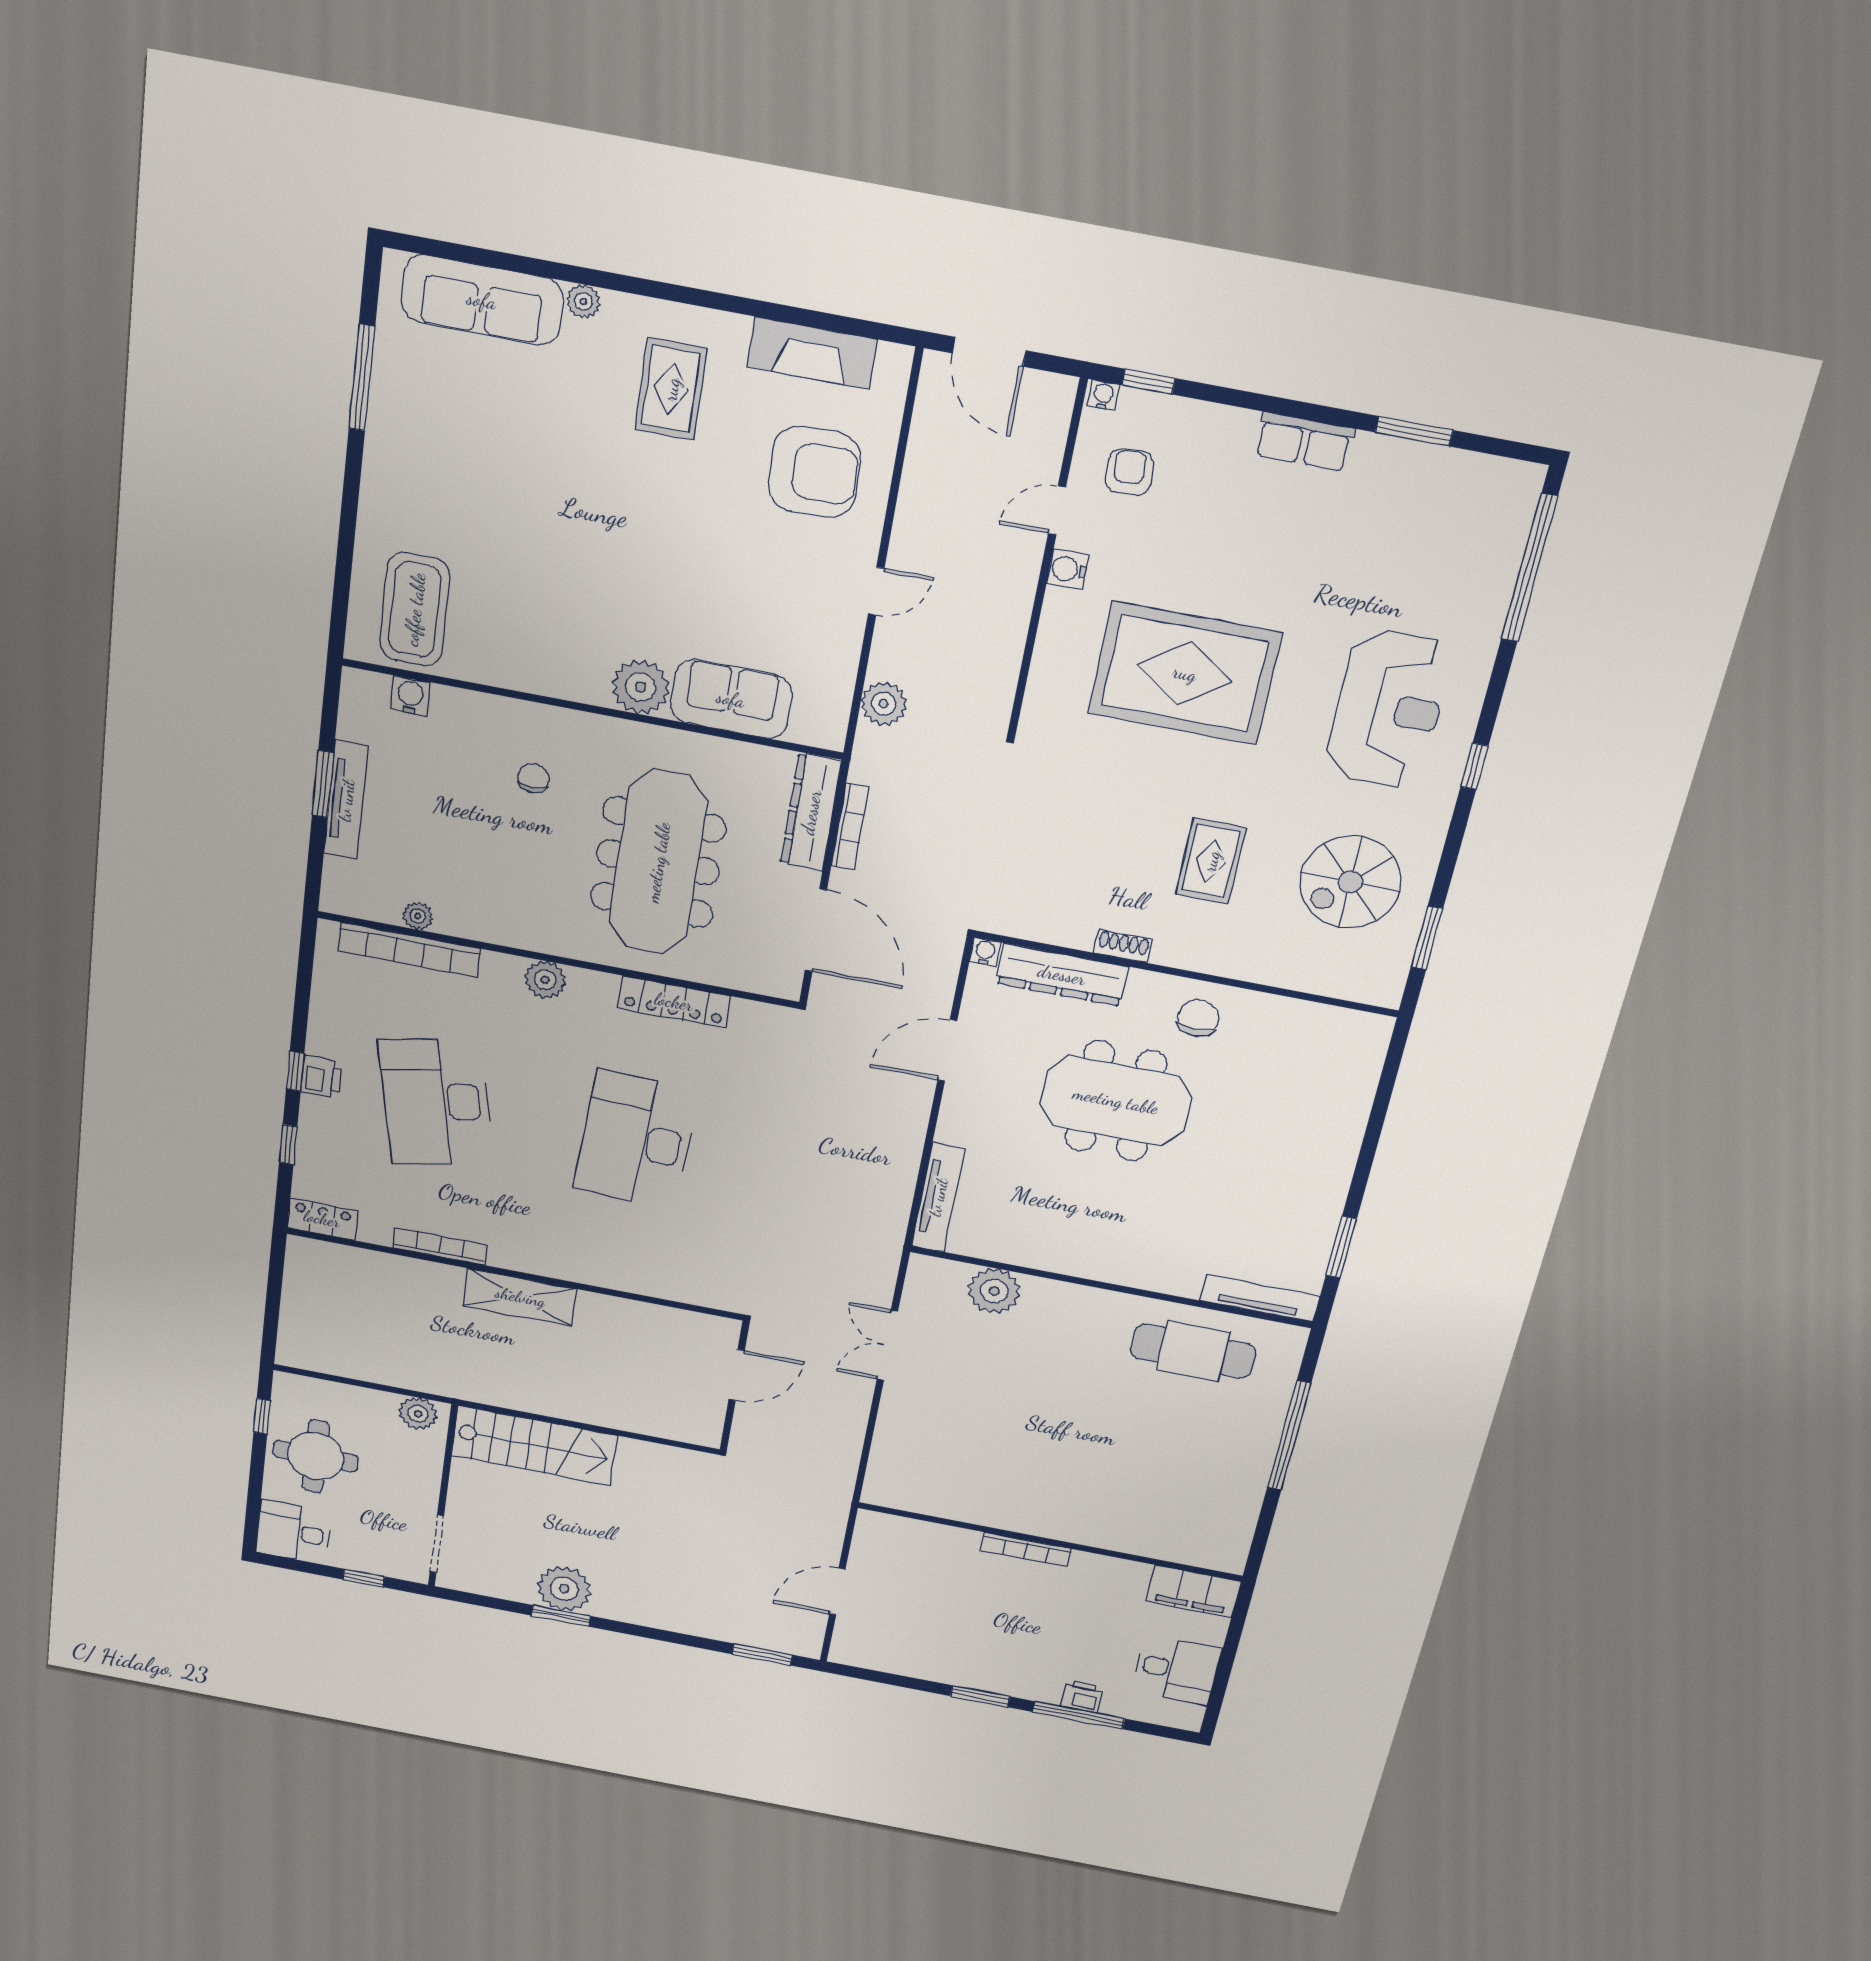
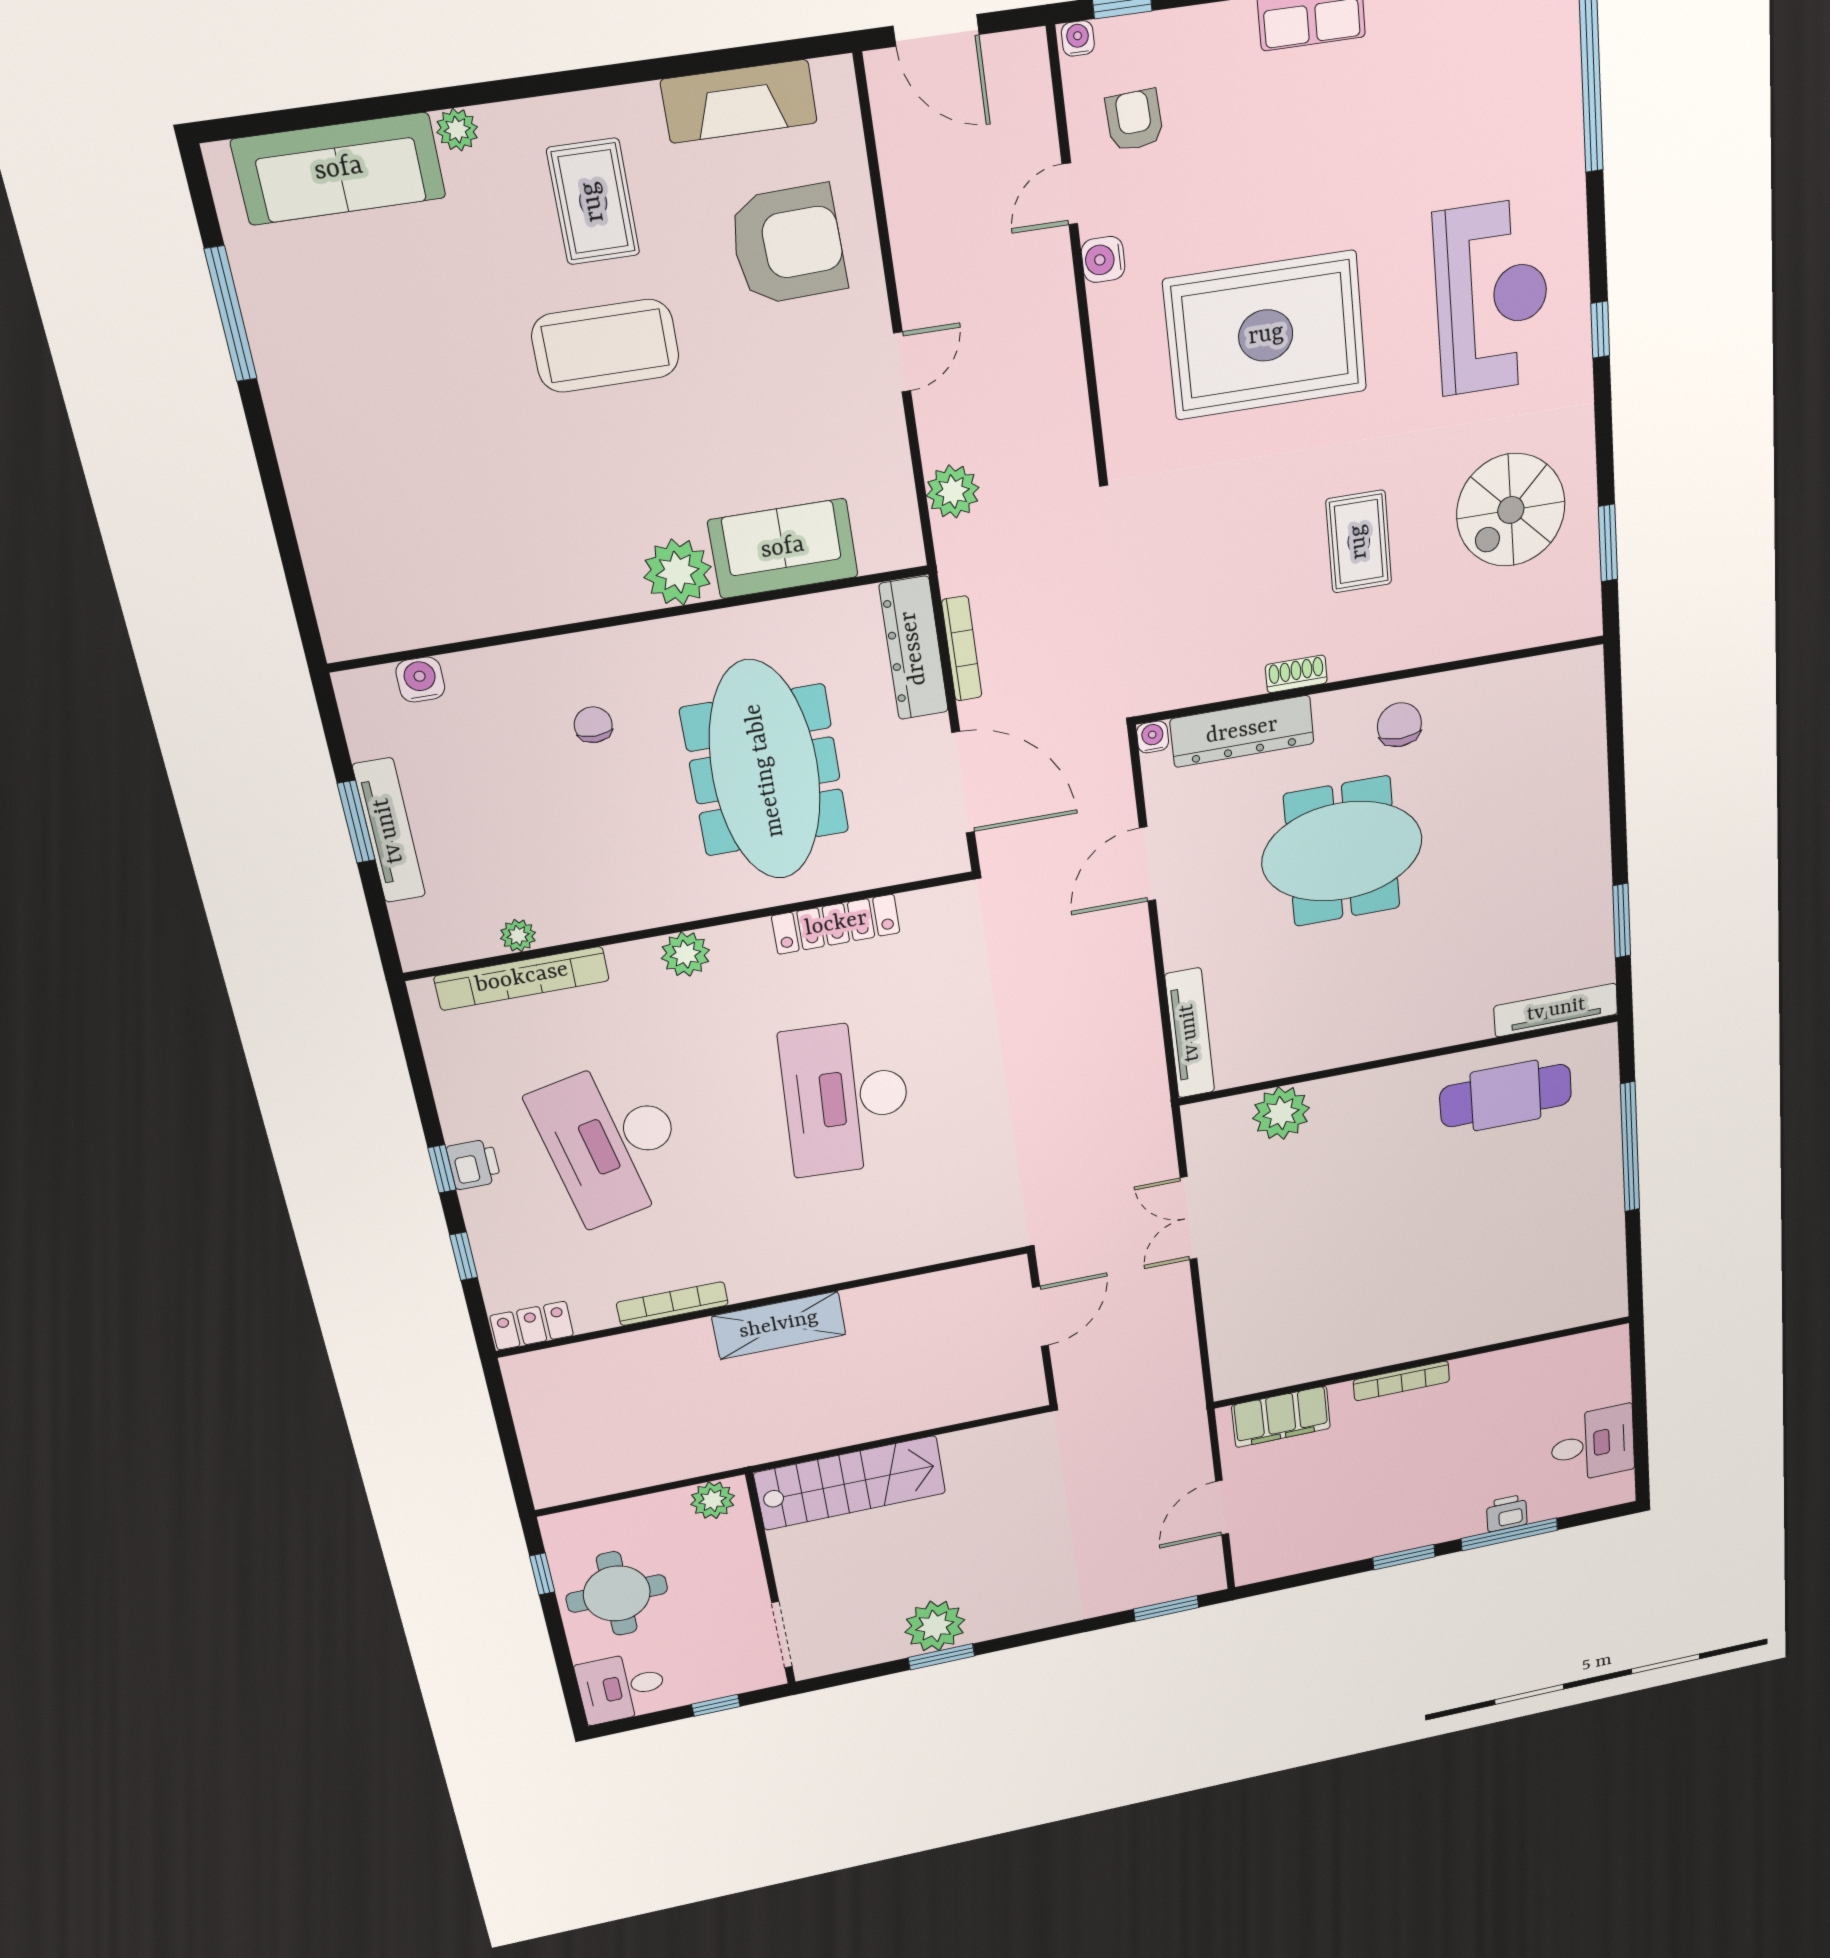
coffee table: (415, 609) -> (605, 346), moved, turned 90
filing cabinet: (1193, 1591) -> (1281, 1417), moved

